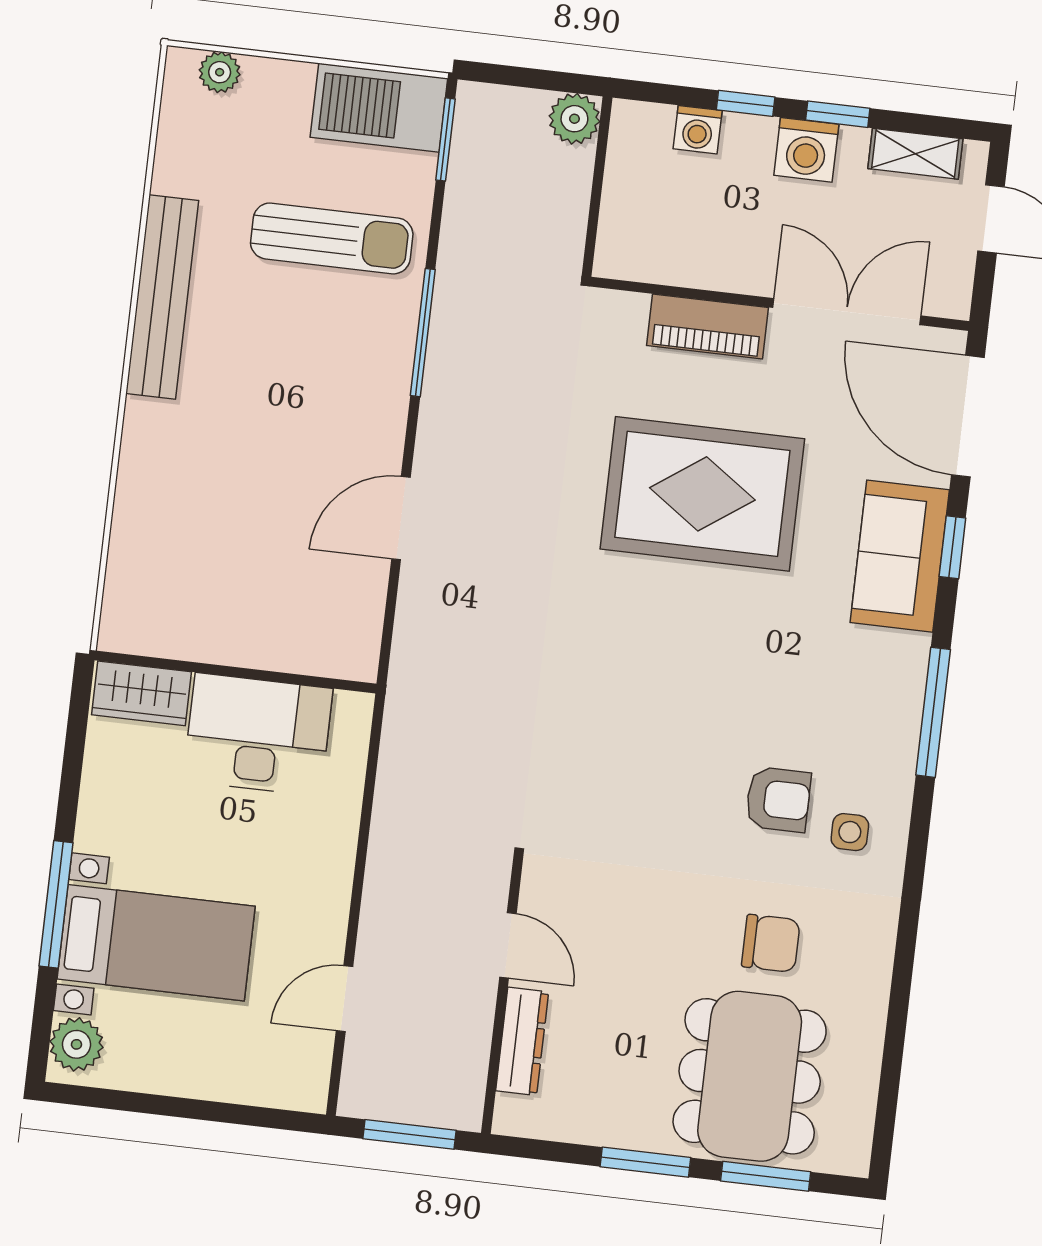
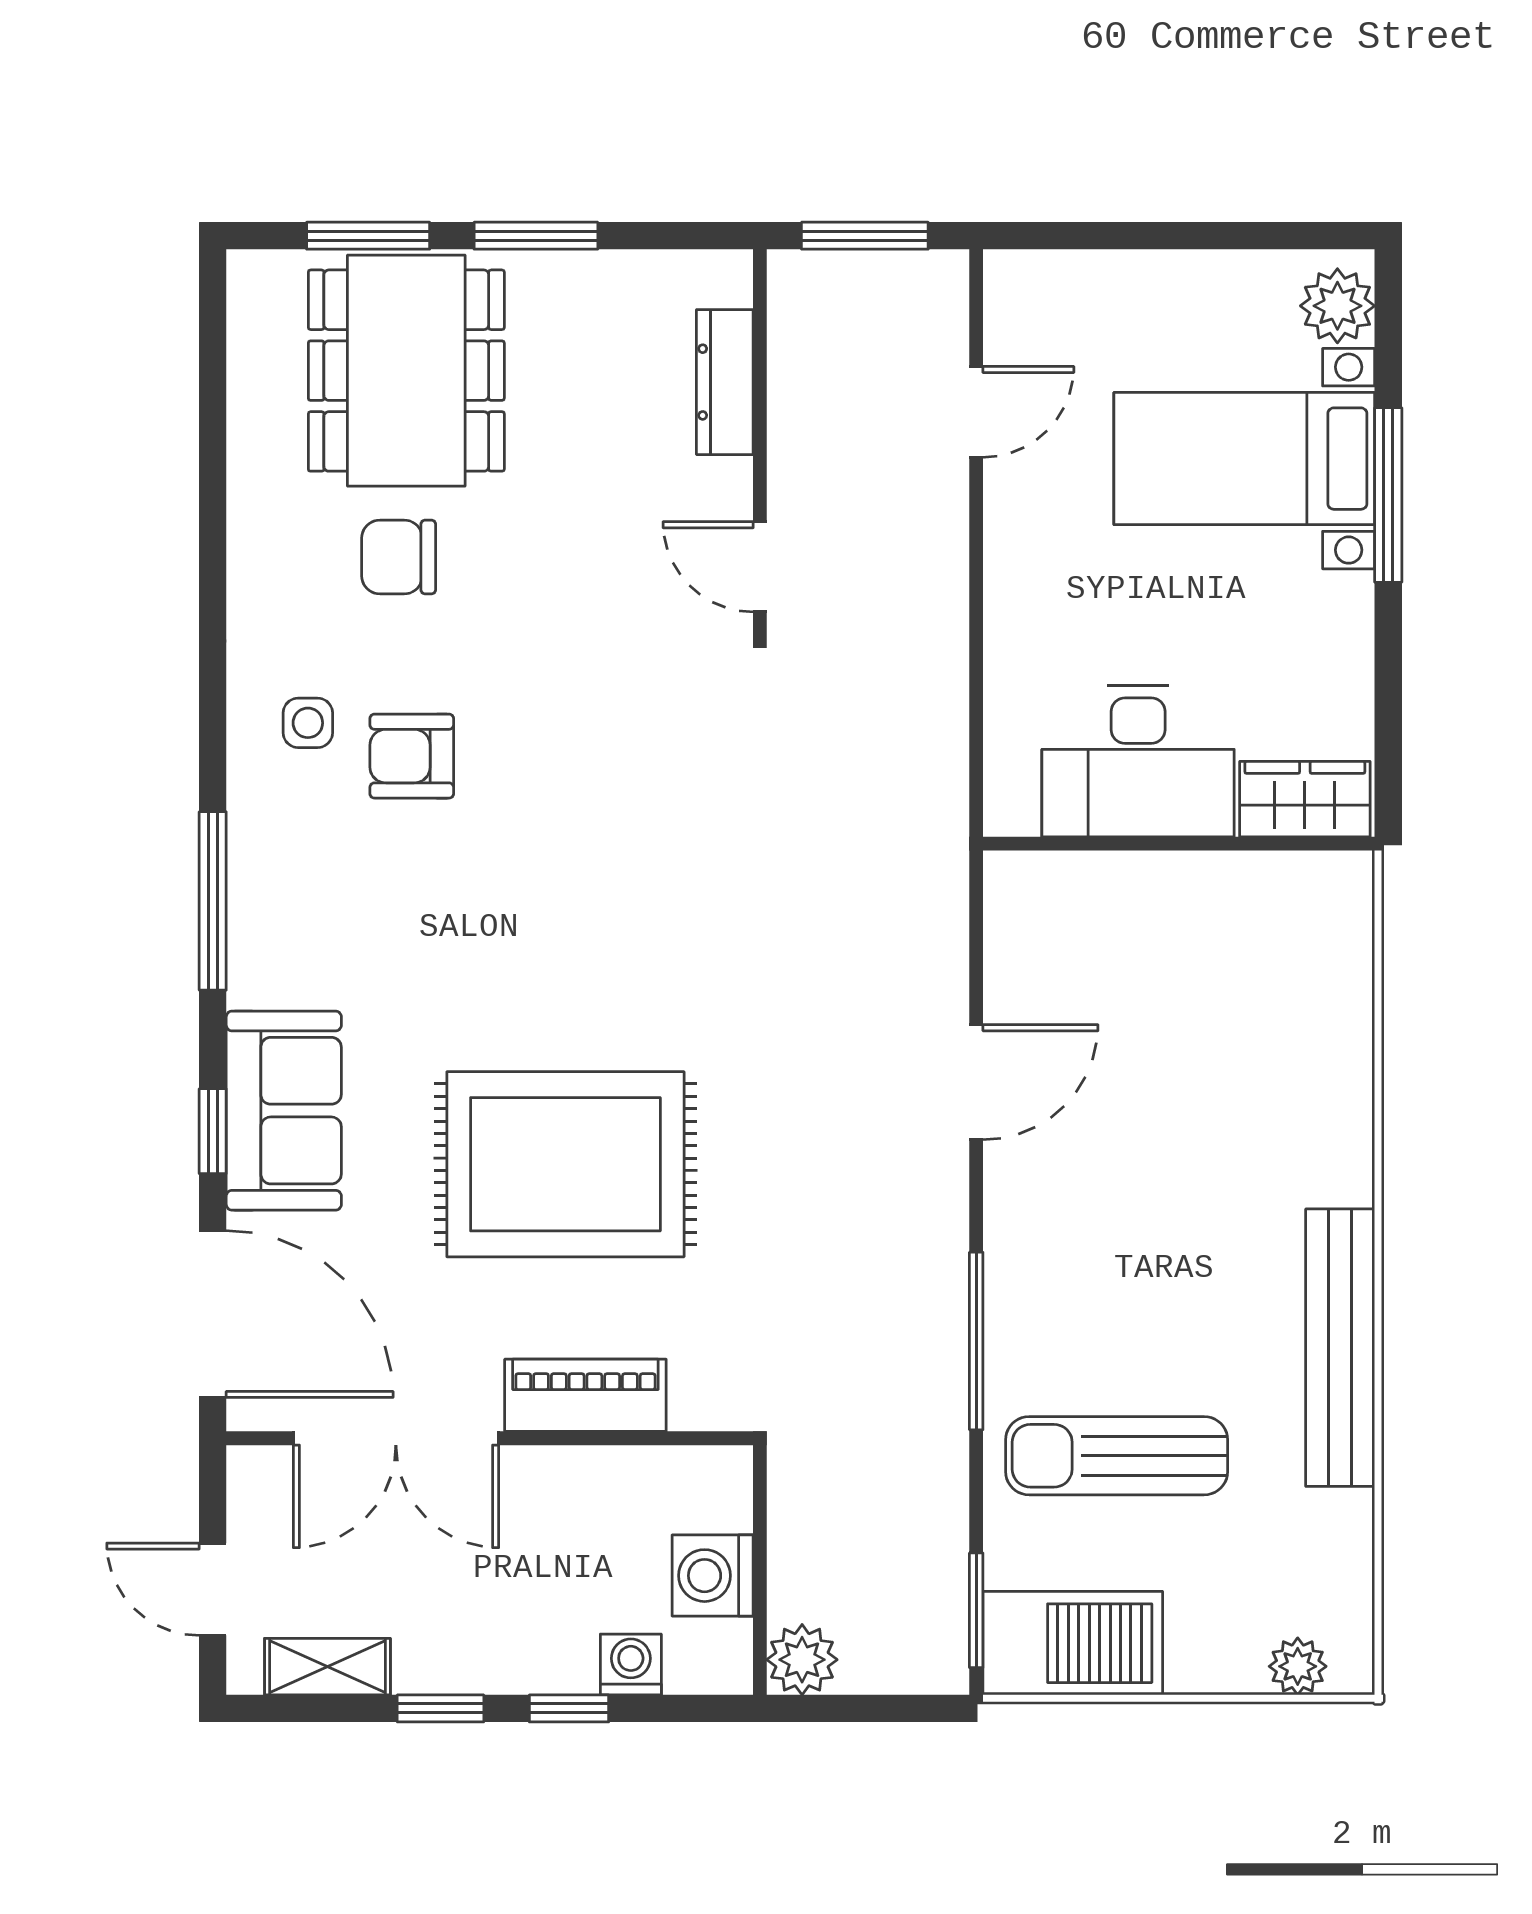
washing machine: (806, 150) -> (713, 1576), moved, turned -90
door: (508, 945) -> (760, 567), moved

